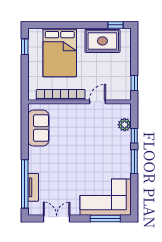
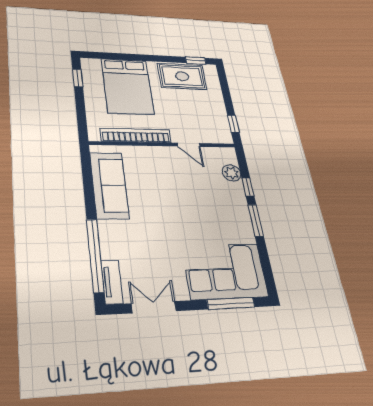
door: (97, 102) -> (189, 145), swing flipped
sofa: (38, 128) -> (109, 185), width x1.36
tv unit: (33, 187) -> (112, 282), moved

